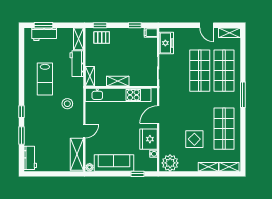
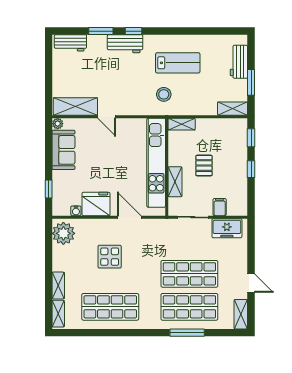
window: (44, 25) -> (251, 82), moved
window: (135, 25) -> (251, 169), moved
door: (207, 25) -> (251, 283), swing flipped
filing cabinet: (151, 33) -> (220, 207), moved
pallet: (102, 38) -> (204, 166), moved
workbench: (77, 64) -> (125, 44), moved, turned 180
lab bench: (45, 79) -> (178, 63), turned 180
shelving: (118, 81) -> (175, 182), moved
window: (243, 95) -> (187, 333), moved
stool: (67, 104) -> (164, 94), moved
display table: (194, 139) -> (110, 257), moved
sofa: (114, 163) -> (63, 150), width x0.73

